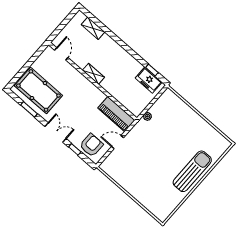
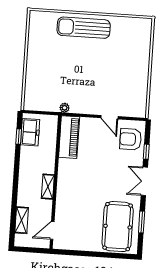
door: (61, 54) -> (52, 230), moved
shelving: (93, 74) -> (48, 187), moved
wall: (93, 81) -> (55, 182), moved
piano: (116, 114) -> (69, 137), moved

